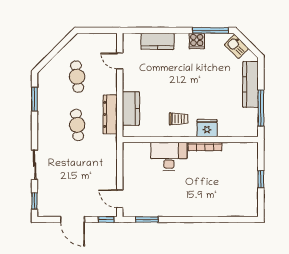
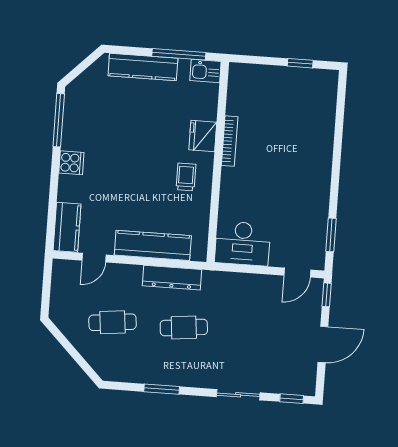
kitchen counter: (157, 41) -> (67, 227), moved
cooker: (197, 41) -> (71, 163), moved
kitchen sink: (237, 46) -> (206, 71), moved, turned 45
window: (35, 99) -> (162, 389), moved
kitchen counter: (131, 108) -> (153, 245), width x1.50
desk: (169, 156) -> (243, 243), moved, turned -90
window: (261, 179) -> (300, 63), moved

